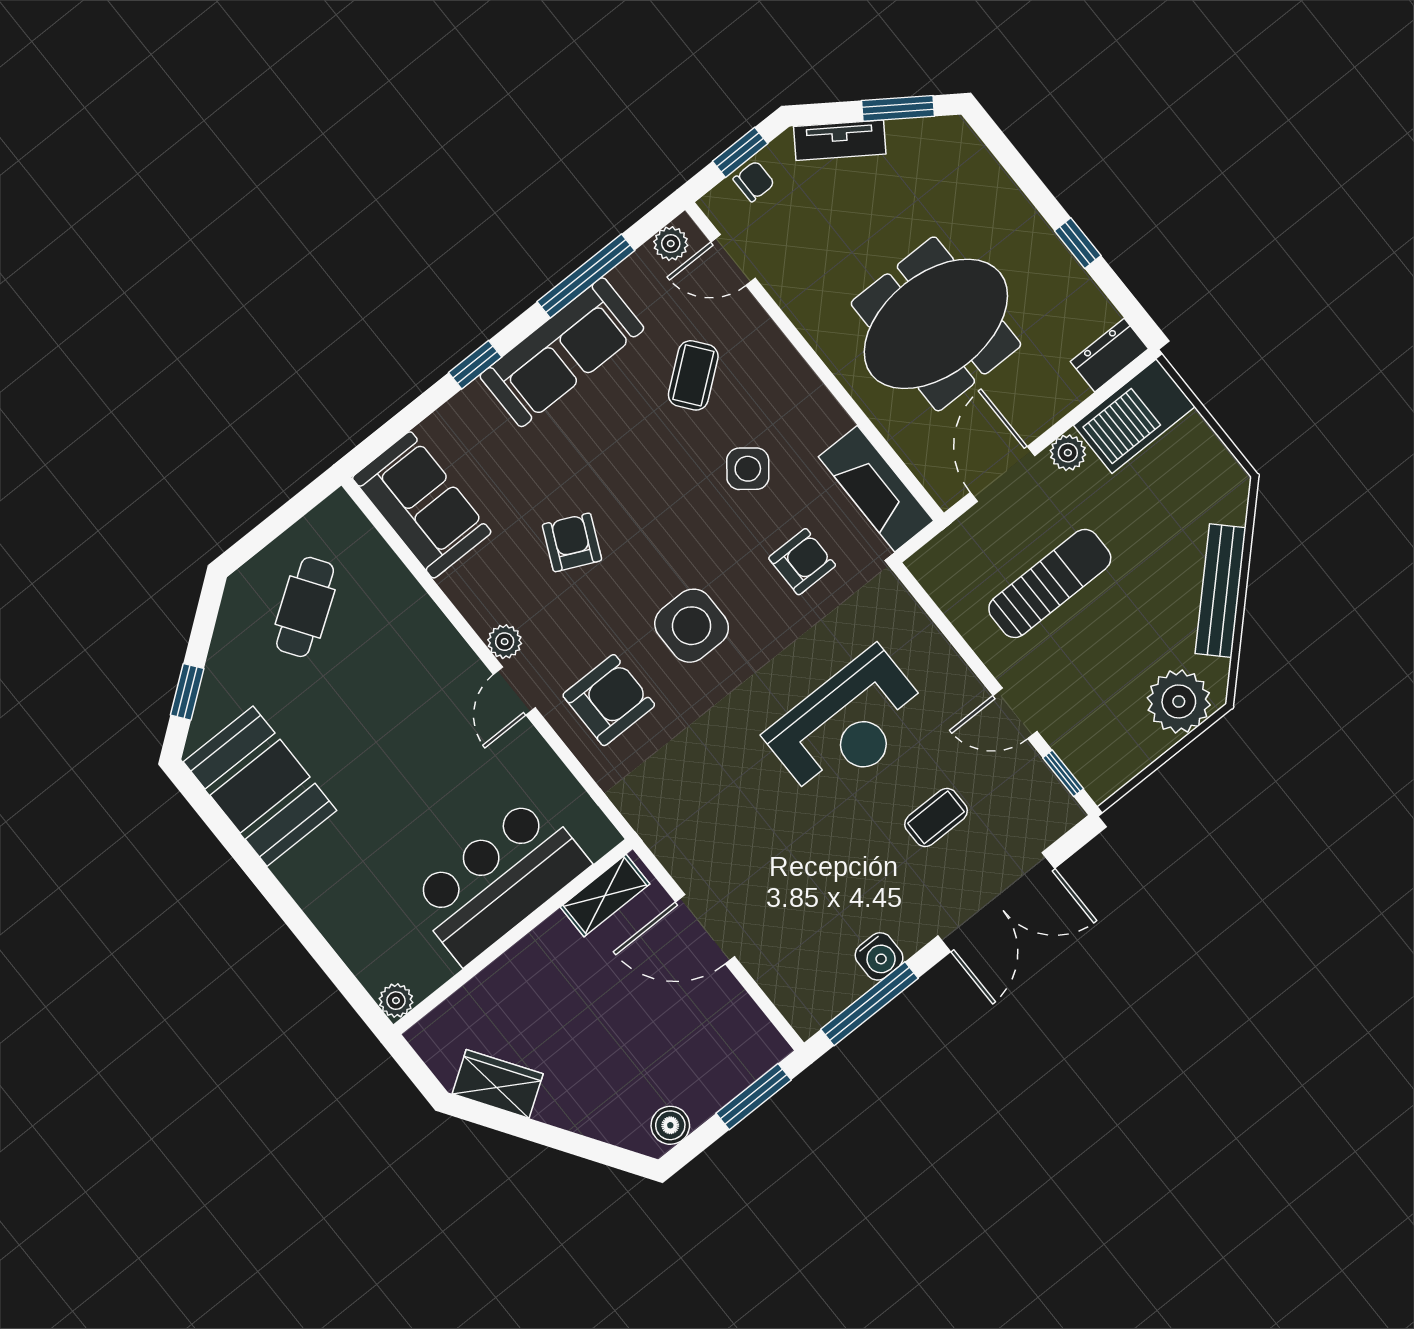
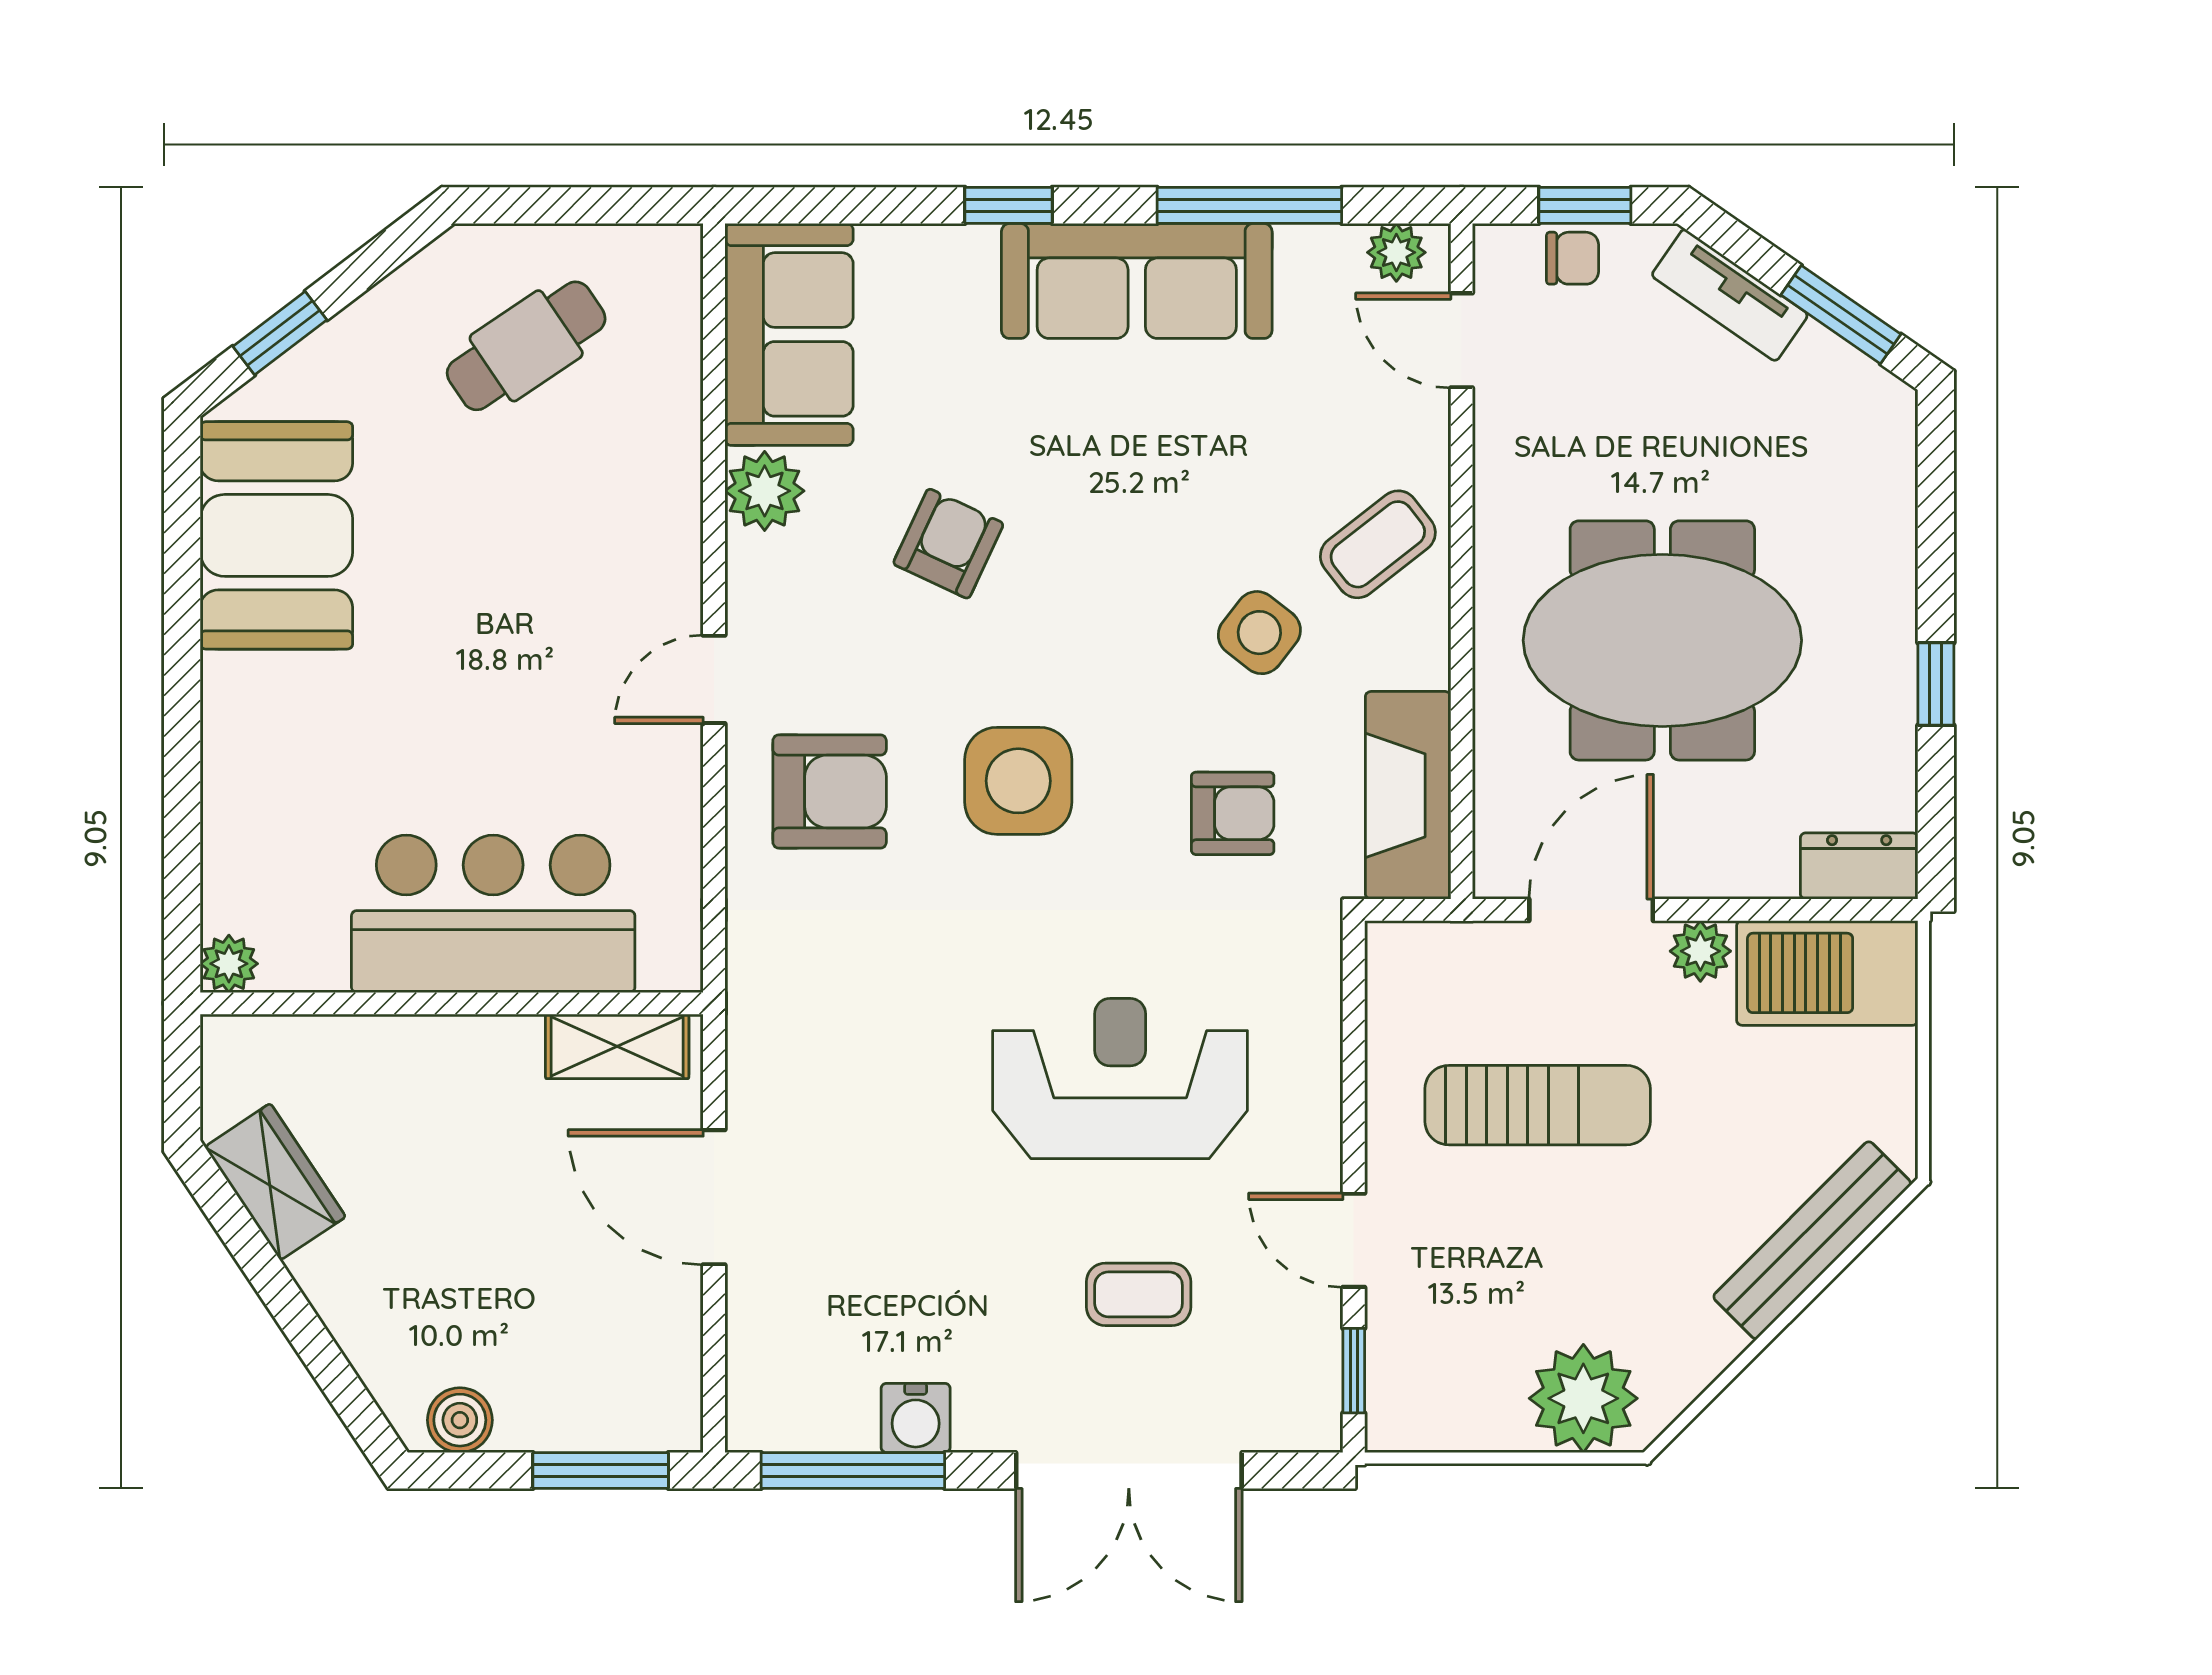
coffee table: (693, 375) -> (1378, 544), moved
bench: (1221, 591) -> (1812, 1240), moved
plant: (505, 642) -> (765, 491), moved, width x1.38, depth x1.38
reception desk: (848, 725) -> (1120, 1079), turned 180

